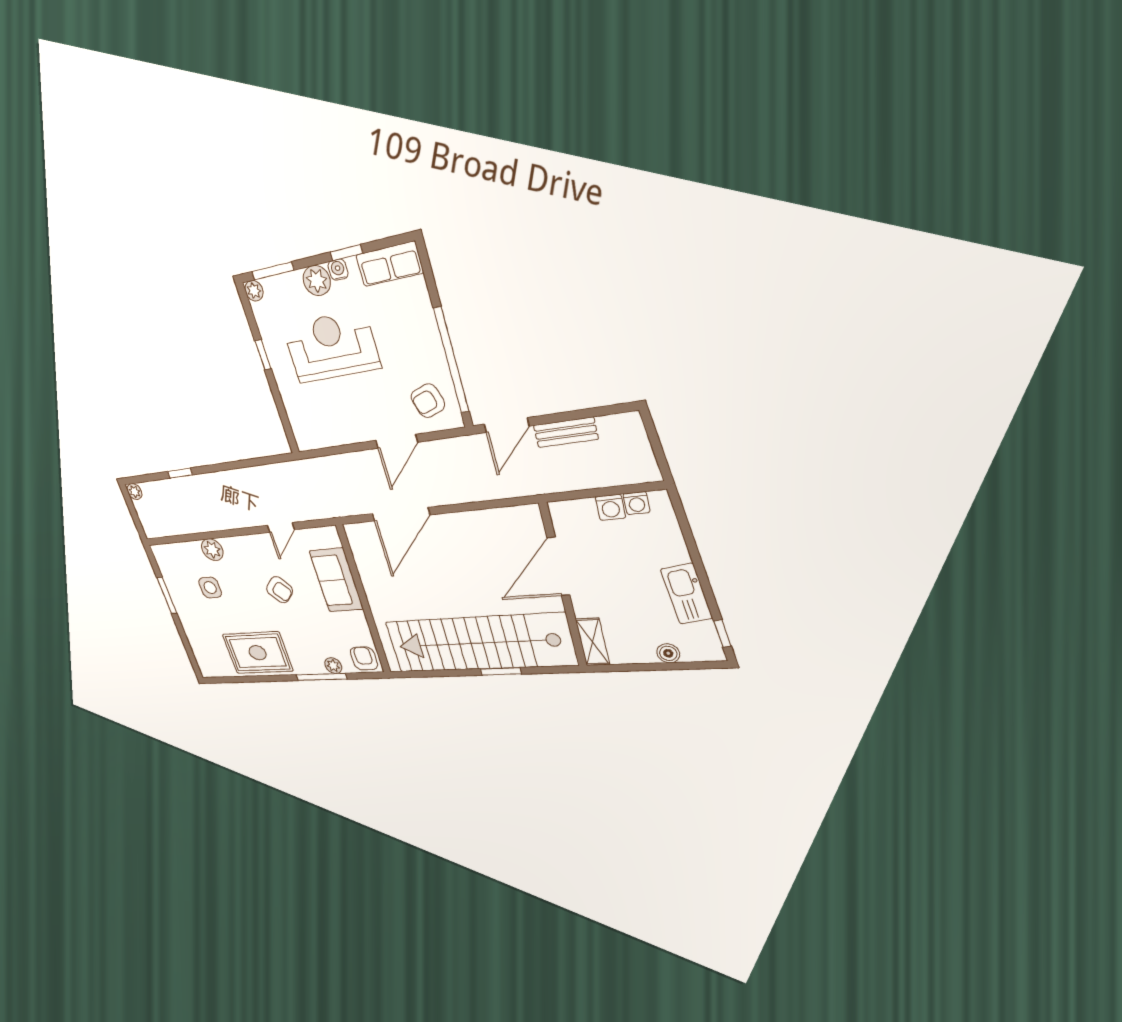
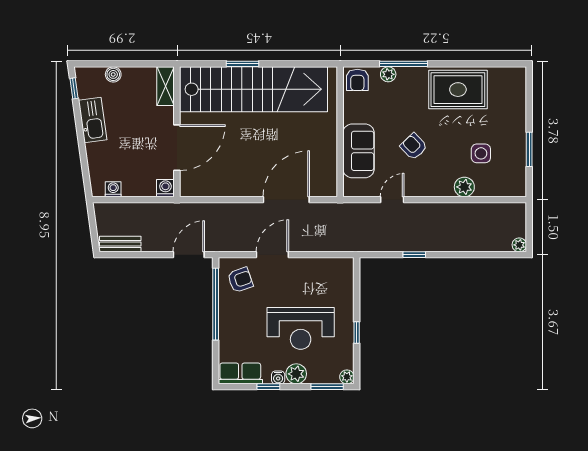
bench: (566, 432) -> (120, 244), moved
window: (180, 473) -> (414, 255), moved
washing machine: (610, 507) -> (165, 188), moved

